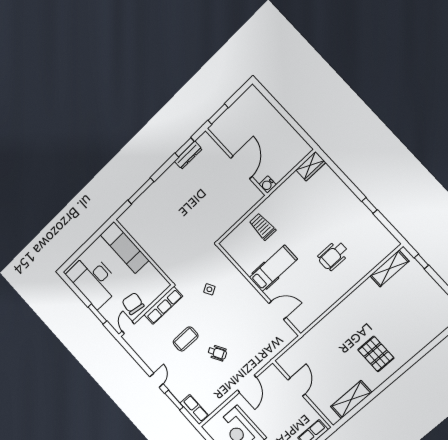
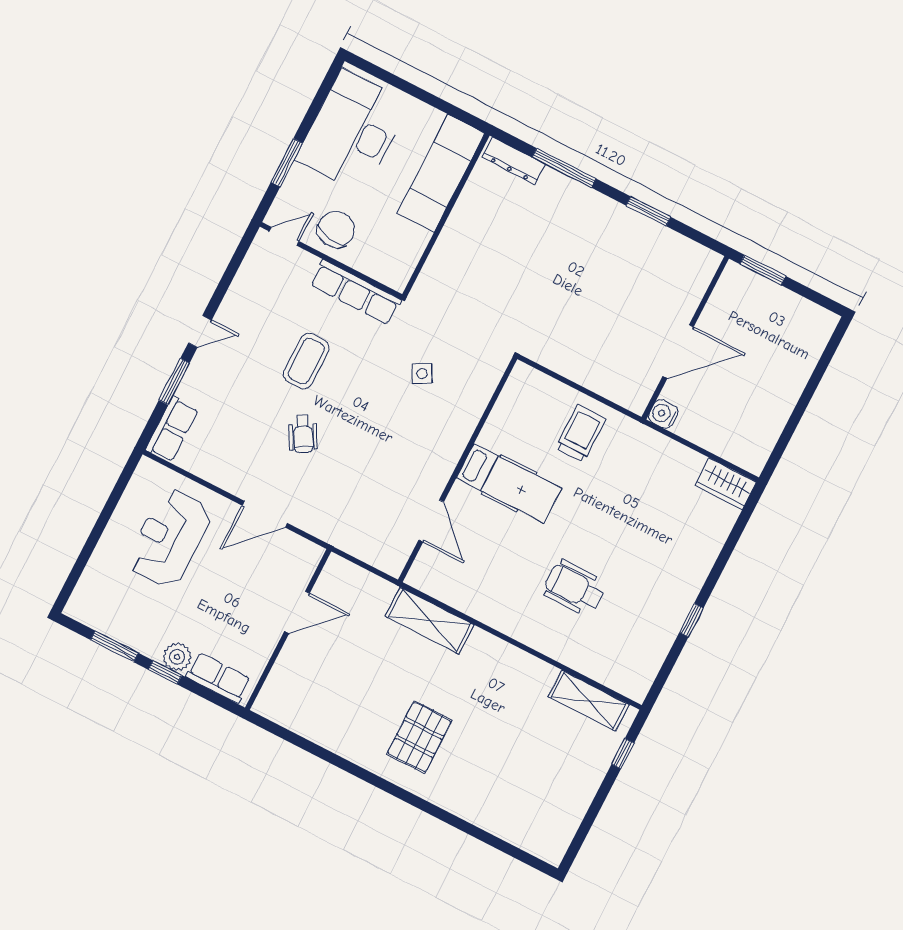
window: (185, 147) -> (648, 211), moved
dresser: (188, 155) -> (514, 161), moved
coffee table: (186, 339) -> (306, 361), turned 90
shelving: (351, 400) -> (430, 621), moved

